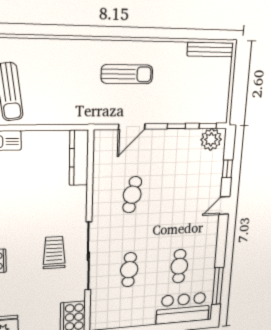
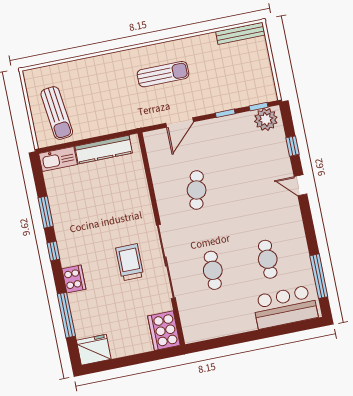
kitchen counter: (79, 158) -> (104, 150), moved, turned -90
door: (224, 206) -> (300, 185), hinge flipped

